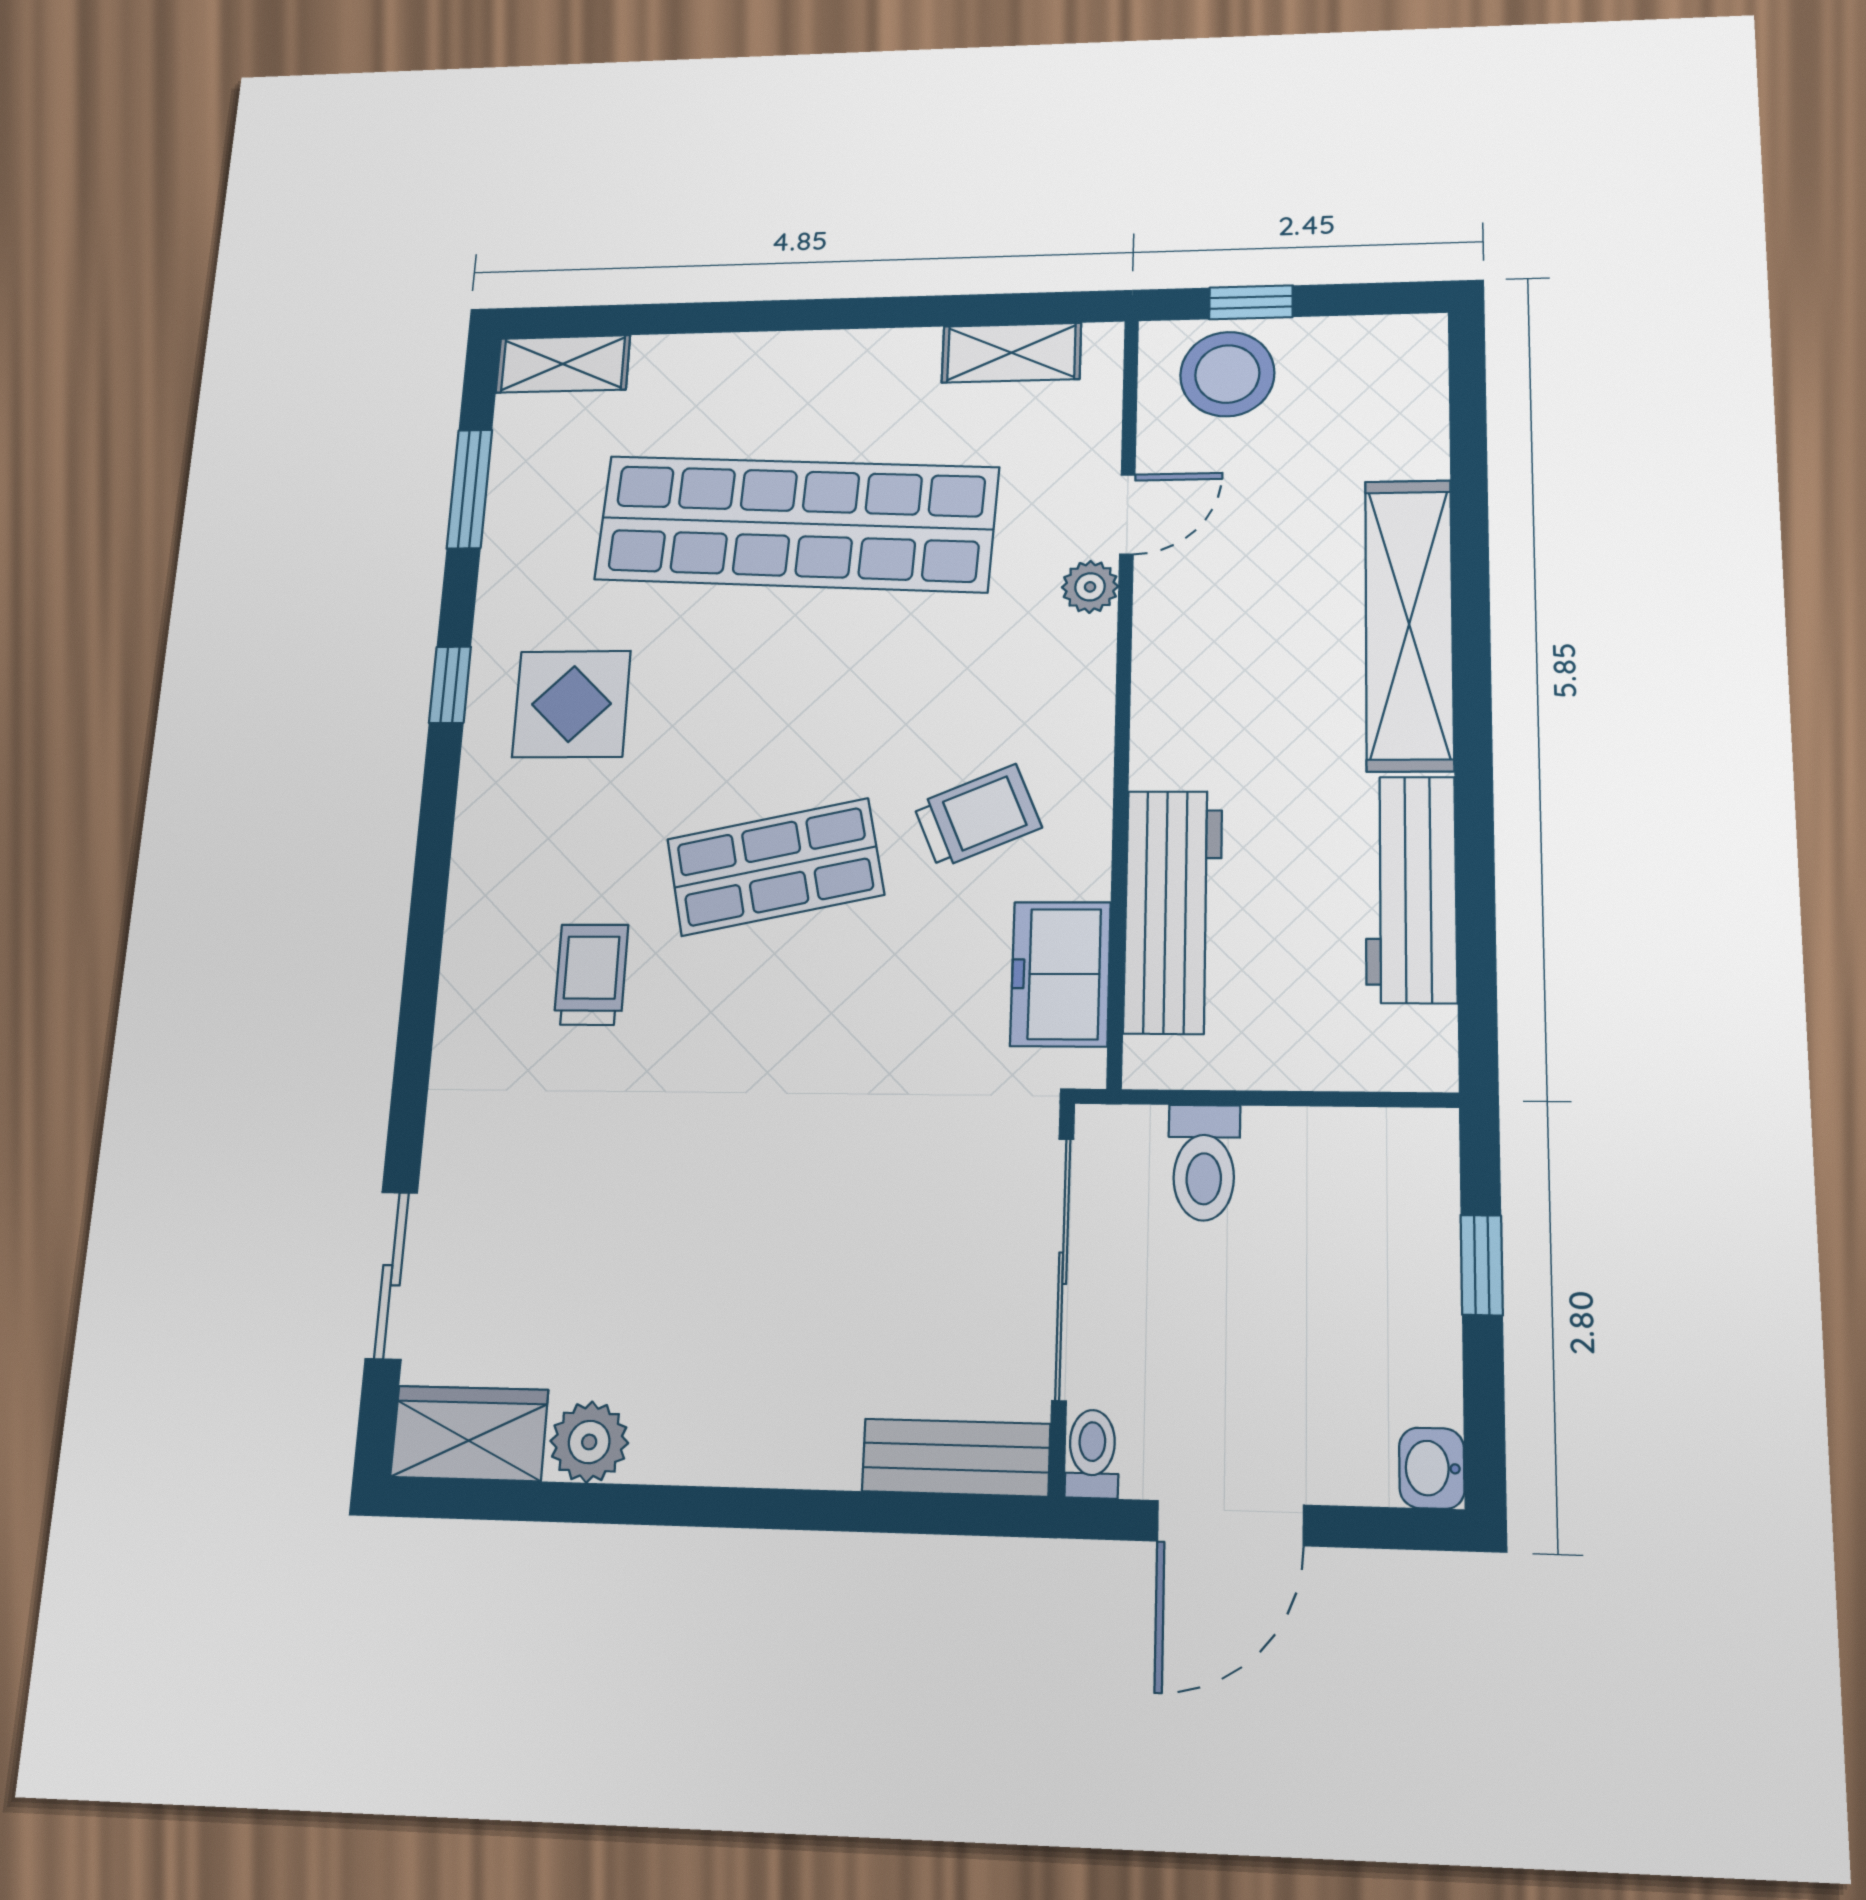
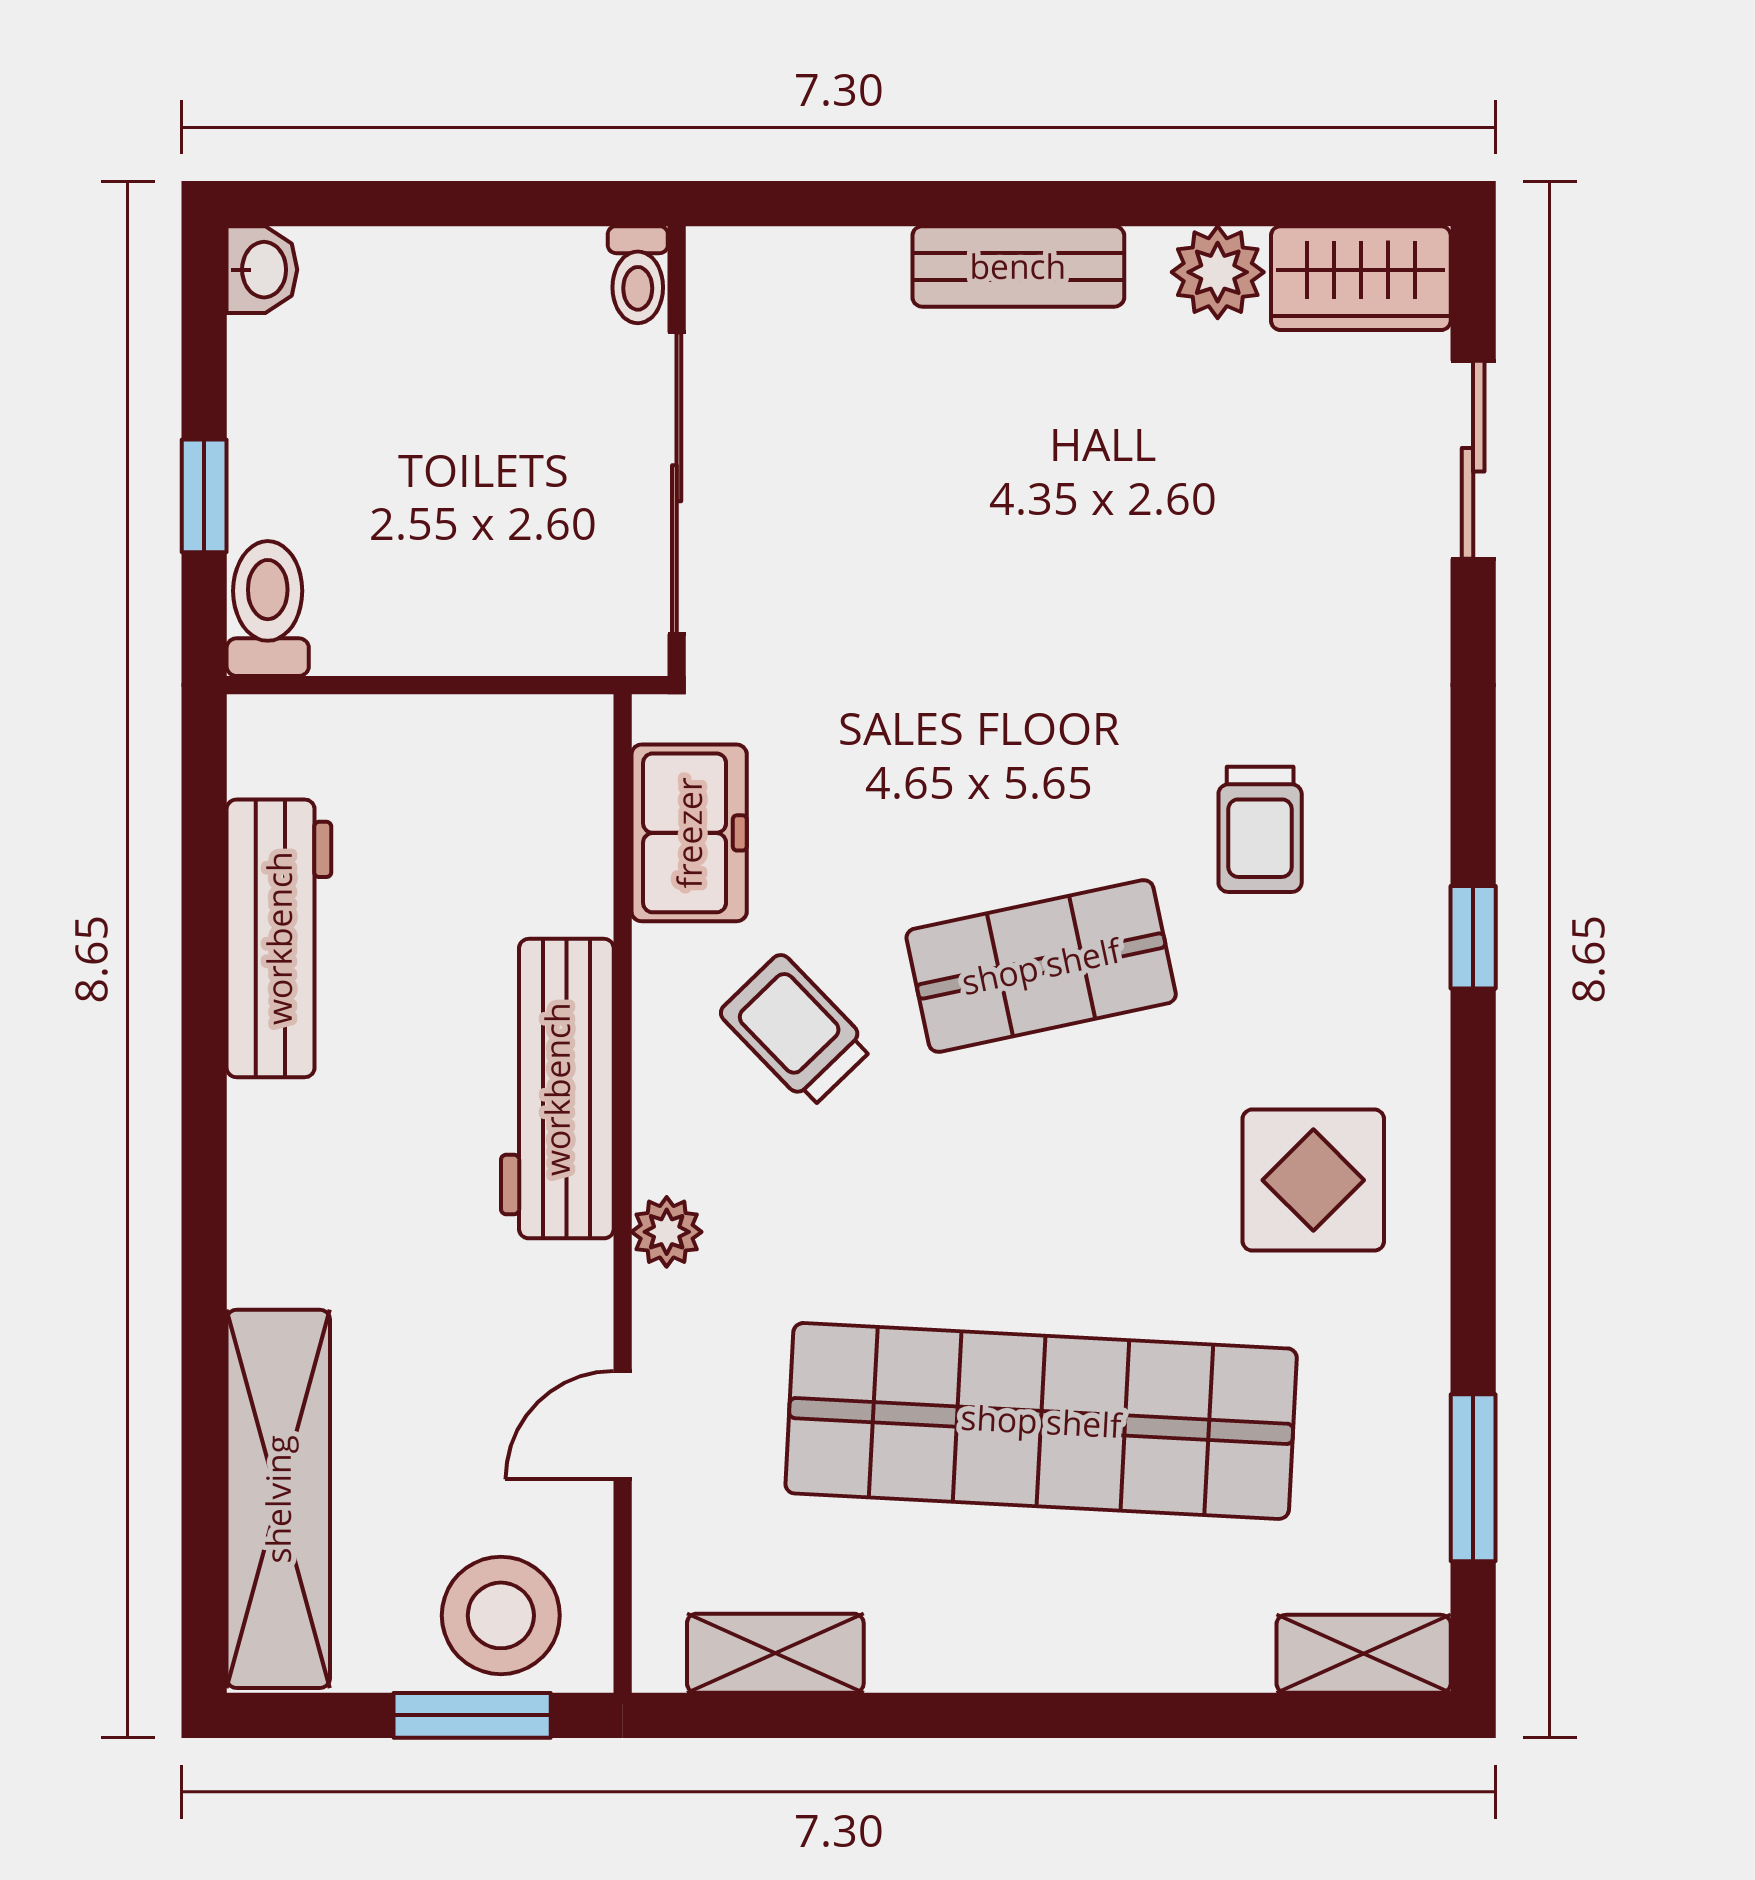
window: (1251, 302) -> (472, 1715), width x1.50
plant: (1090, 587) -> (667, 1232), moved
shelving: (1409, 624) -> (278, 1499), moved
window: (450, 685) -> (1473, 937), moved
trolley: (977, 816) -> (796, 1030), turned 69
workbench: (1173, 911) -> (557, 1089), moved
toilet: (1204, 1163) -> (268, 608), moved
bench: (956, 1458) -> (1018, 266), moved
door: (1230, 1523) -> (483, 204), removed

